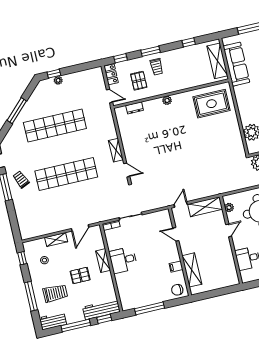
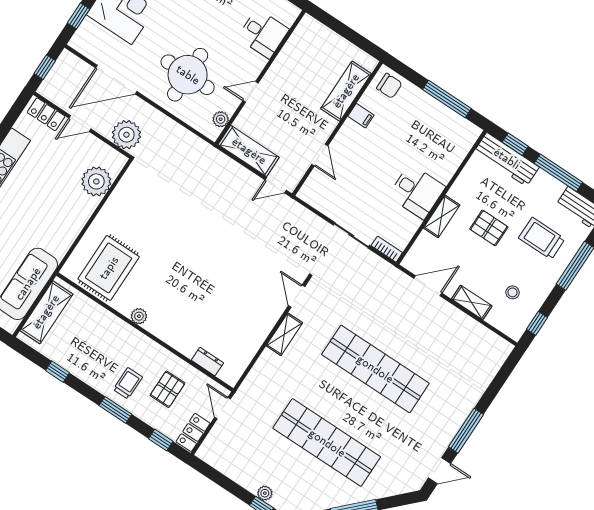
plant: (167, 100) -> (139, 316), moved
rug: (211, 104) -> (109, 268), turned 90
trolley: (21, 179) -> (437, 420), removed

